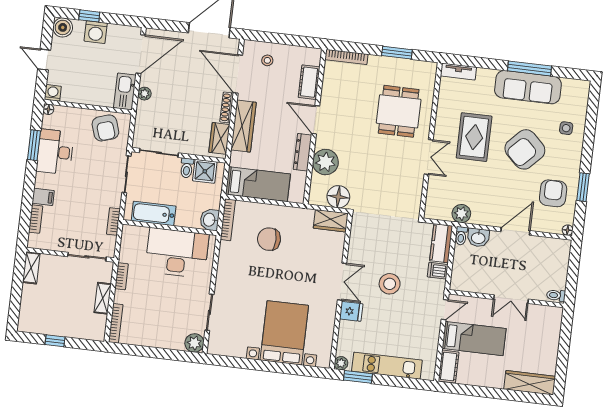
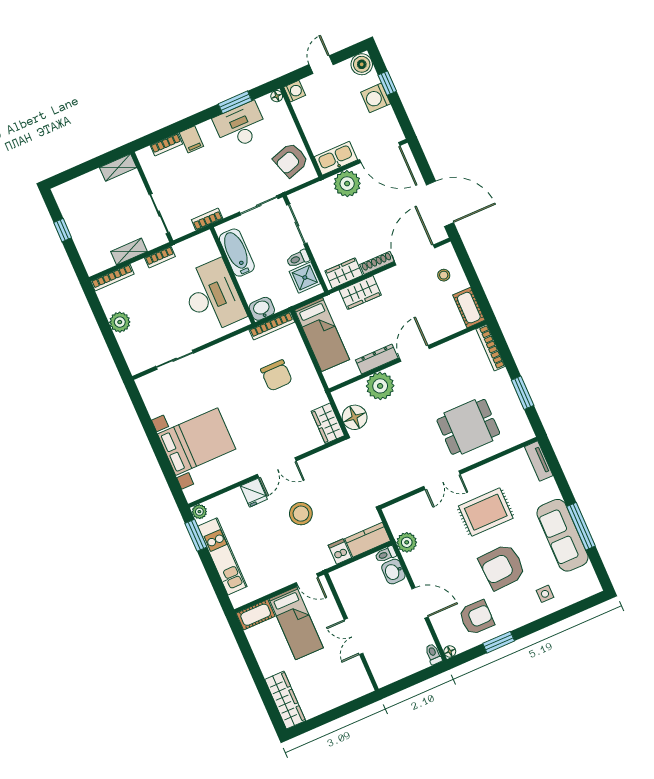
cot: (309, 82) -> (469, 308), moved, turned 90
plant: (145, 94) -> (347, 184), width x1.87, depth x1.87
wardrobe: (243, 126) -> (360, 293), width x0.67
armchair: (525, 149) -> (502, 567), turned -47
chair: (269, 239) -> (276, 375), turned 180
toilet: (556, 295) -> (433, 654), moved
plant: (194, 343) -> (120, 322), moved

